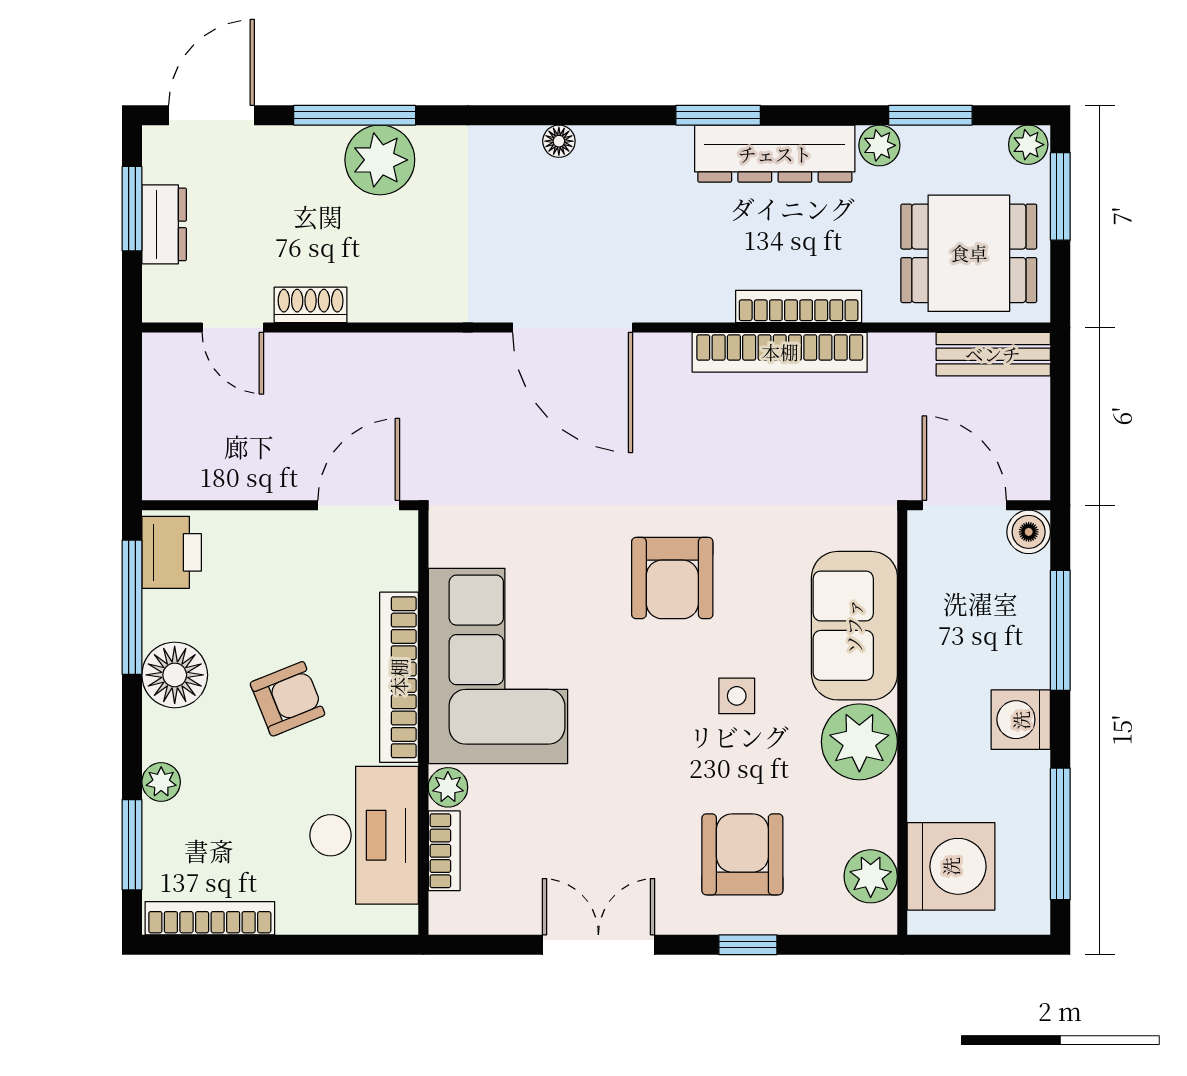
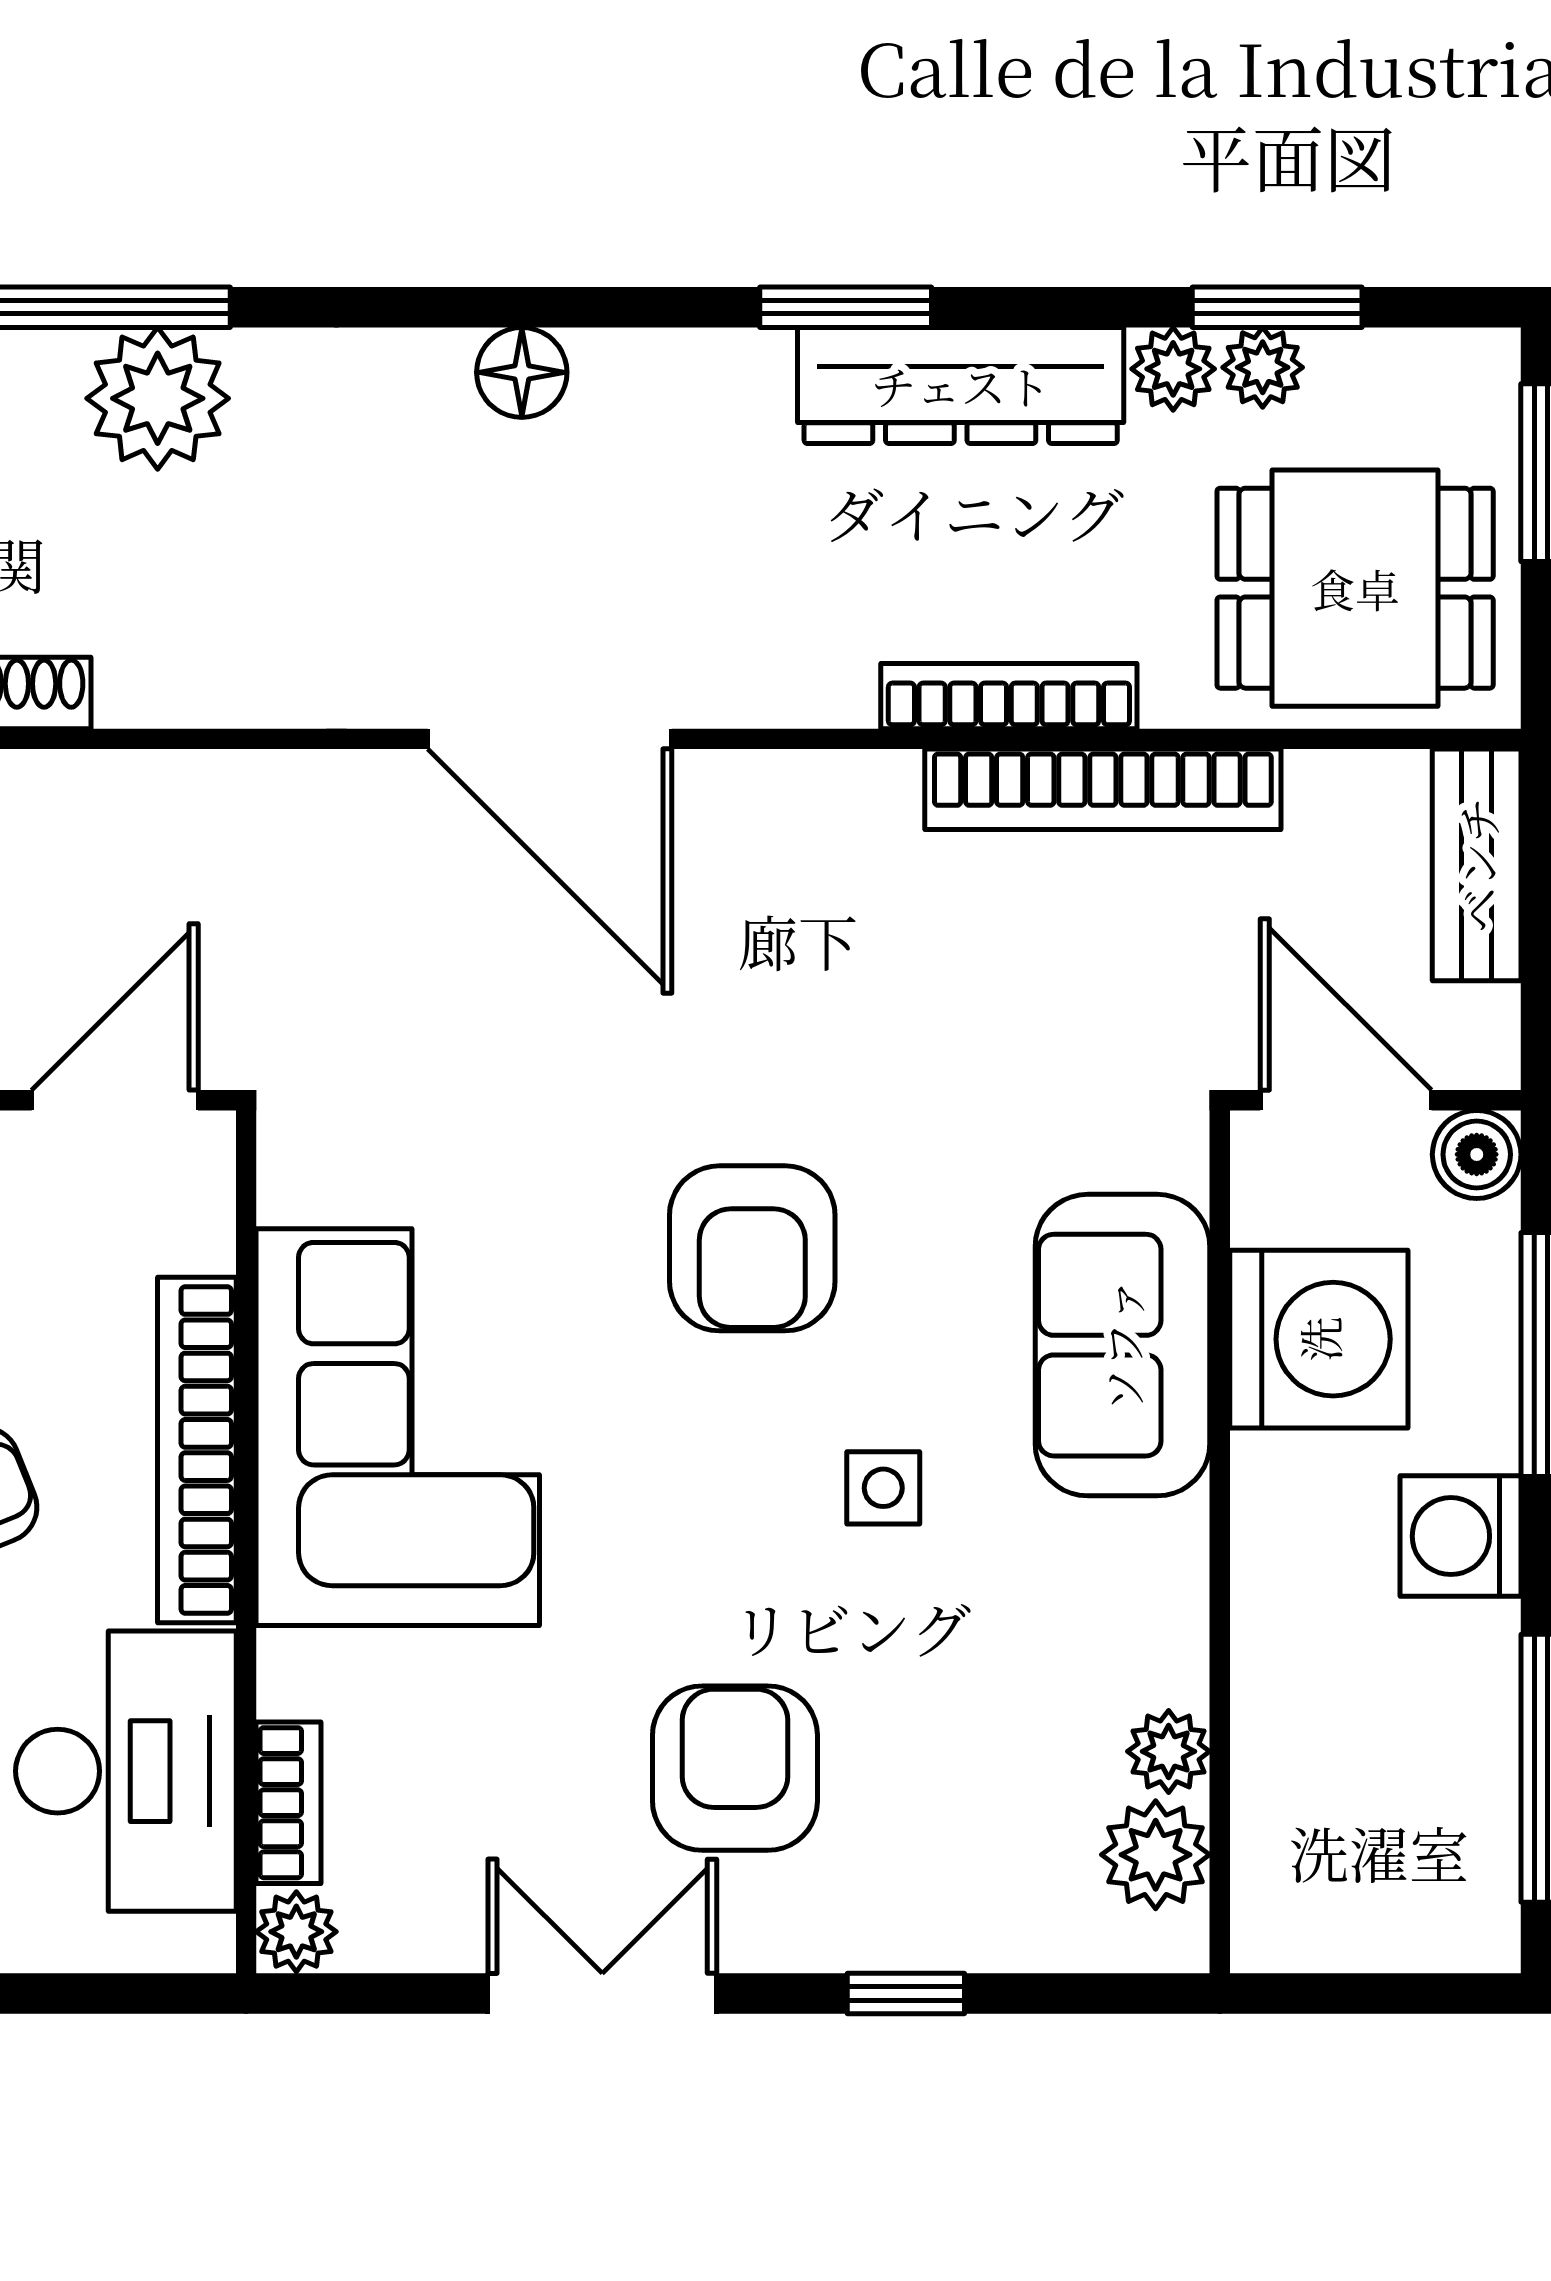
floor lamp: (559, 141) -> (522, 372), width x1.37, depth x1.37
plant: (1028, 145) -> (1263, 367), moved
bookcase: (780, 352) -> (1103, 789), moved
bench: (993, 354) -> (1477, 865), moved, turned 90
plant: (859, 742) -> (1169, 1751), moved, width x0.53, depth x0.53
plant: (448, 787) -> (296, 1932), moved
armchair: (742, 854) -> (735, 1768), moved
washing machine: (951, 866) -> (1319, 1339), moved

